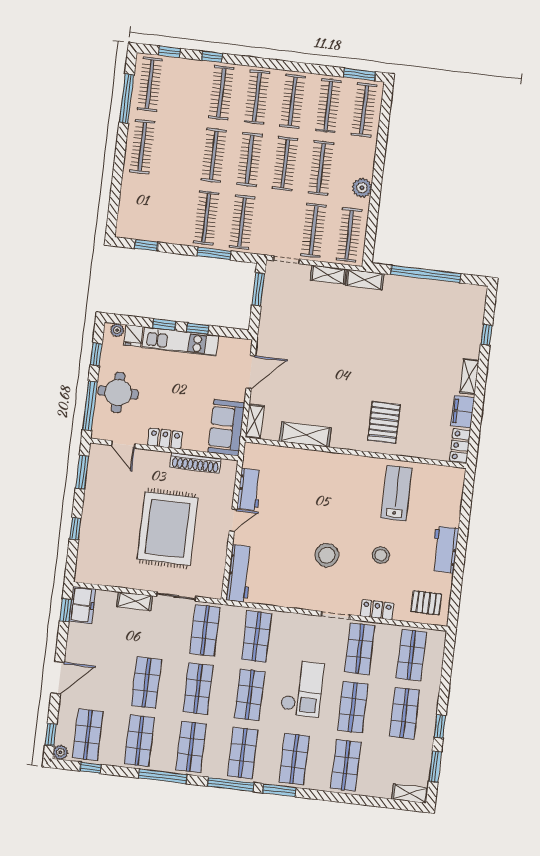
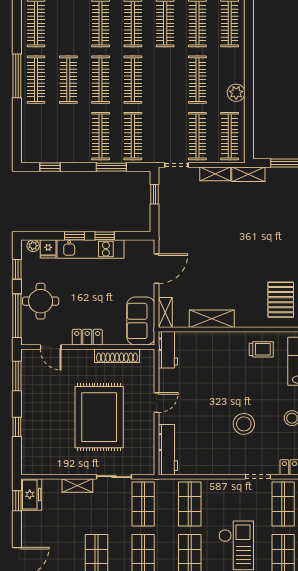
window: (127, 99) -> (17, 76), moved
clothes rail: (285, 164) -> (68, 80), moved
window: (258, 289) -> (155, 194), width x0.67
trolley: (356, 475) -> (261, 349), added
workbench: (249, 489) -> (168, 350), moved

